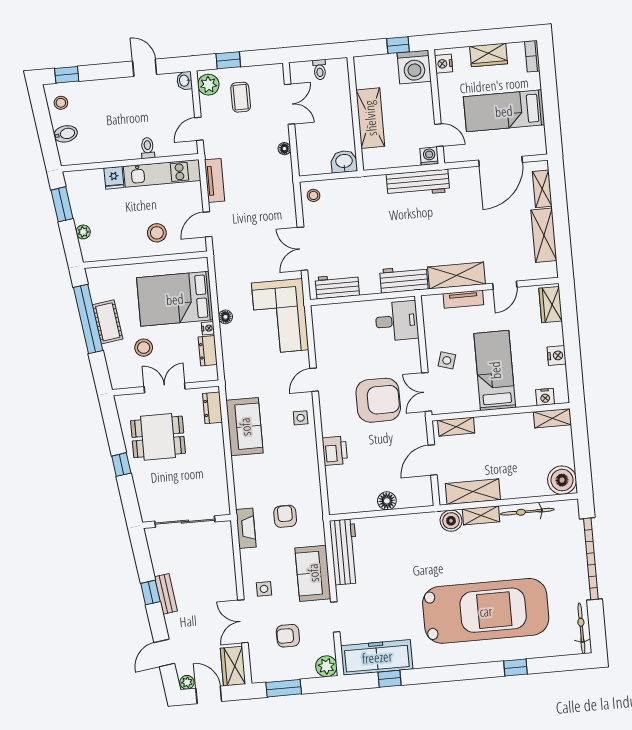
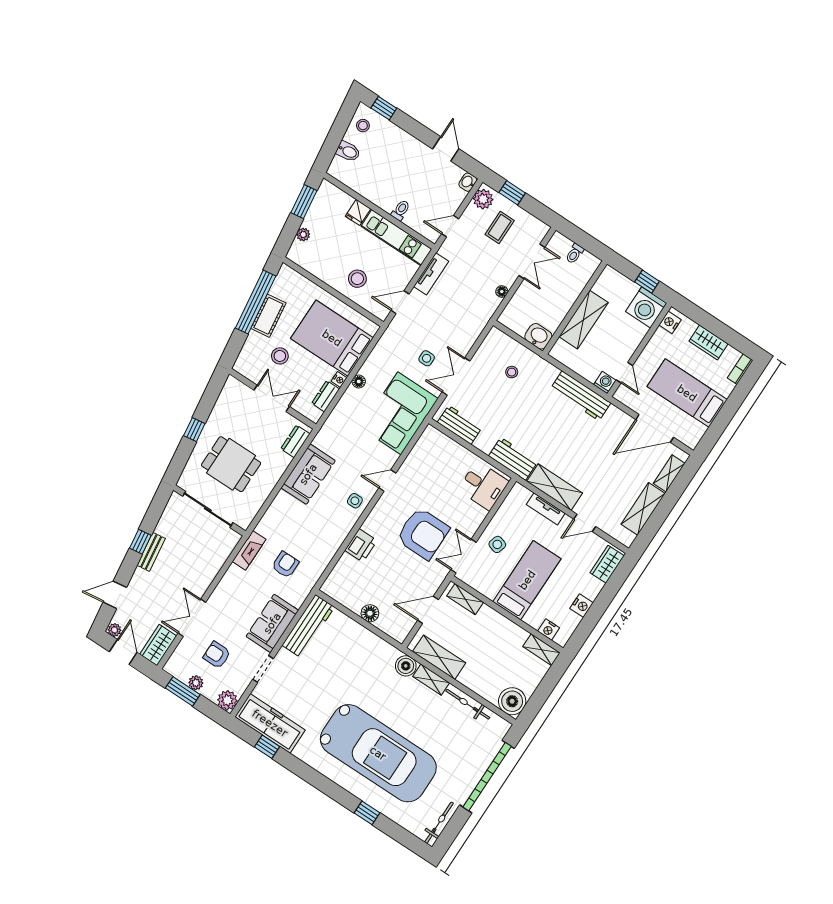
stool: (313, 195) -> (512, 372), moved
dining table: (158, 437) -> (231, 464), moved
side table: (264, 589) -> (427, 358), moved
plant: (289, 672) -> (196, 683), added

